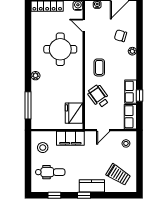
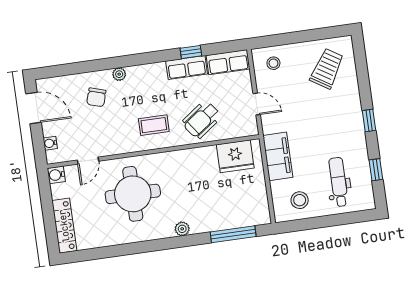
kitchen counter: (92, 186) -> (352, 110), removed

